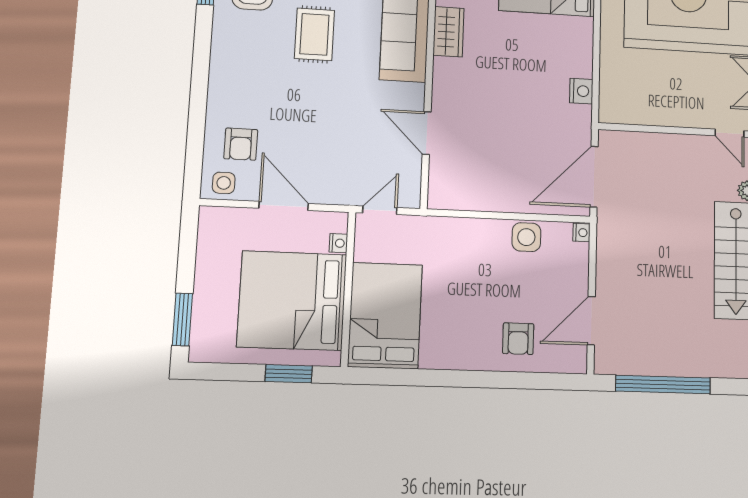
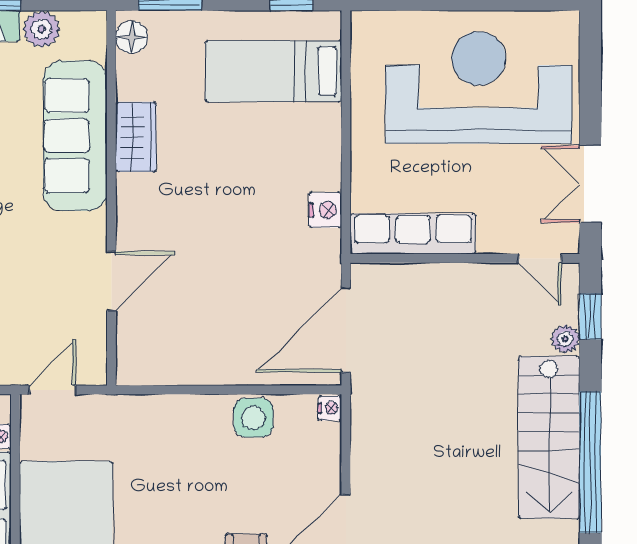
row of seats: (642, 111) -> (413, 234), added
door: (427, 133) -> (111, 281), swing flipped

